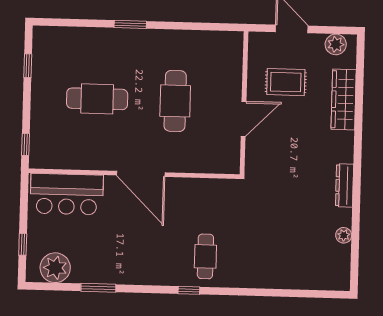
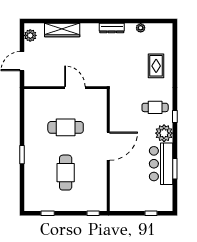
rug: (286, 82) -> (156, 66), moved
bar counter: (67, 194) -> (161, 164), moved, turned 180
plant: (55, 268) -> (164, 133), moved

